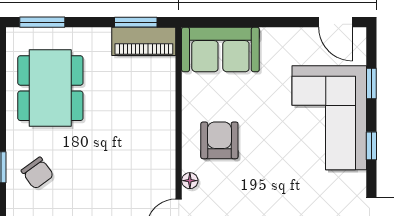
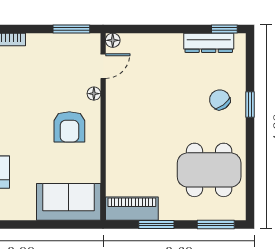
window: (136, 22) -> (156, 224), moved
dining table: (50, 88) -> (209, 170), turned 90

